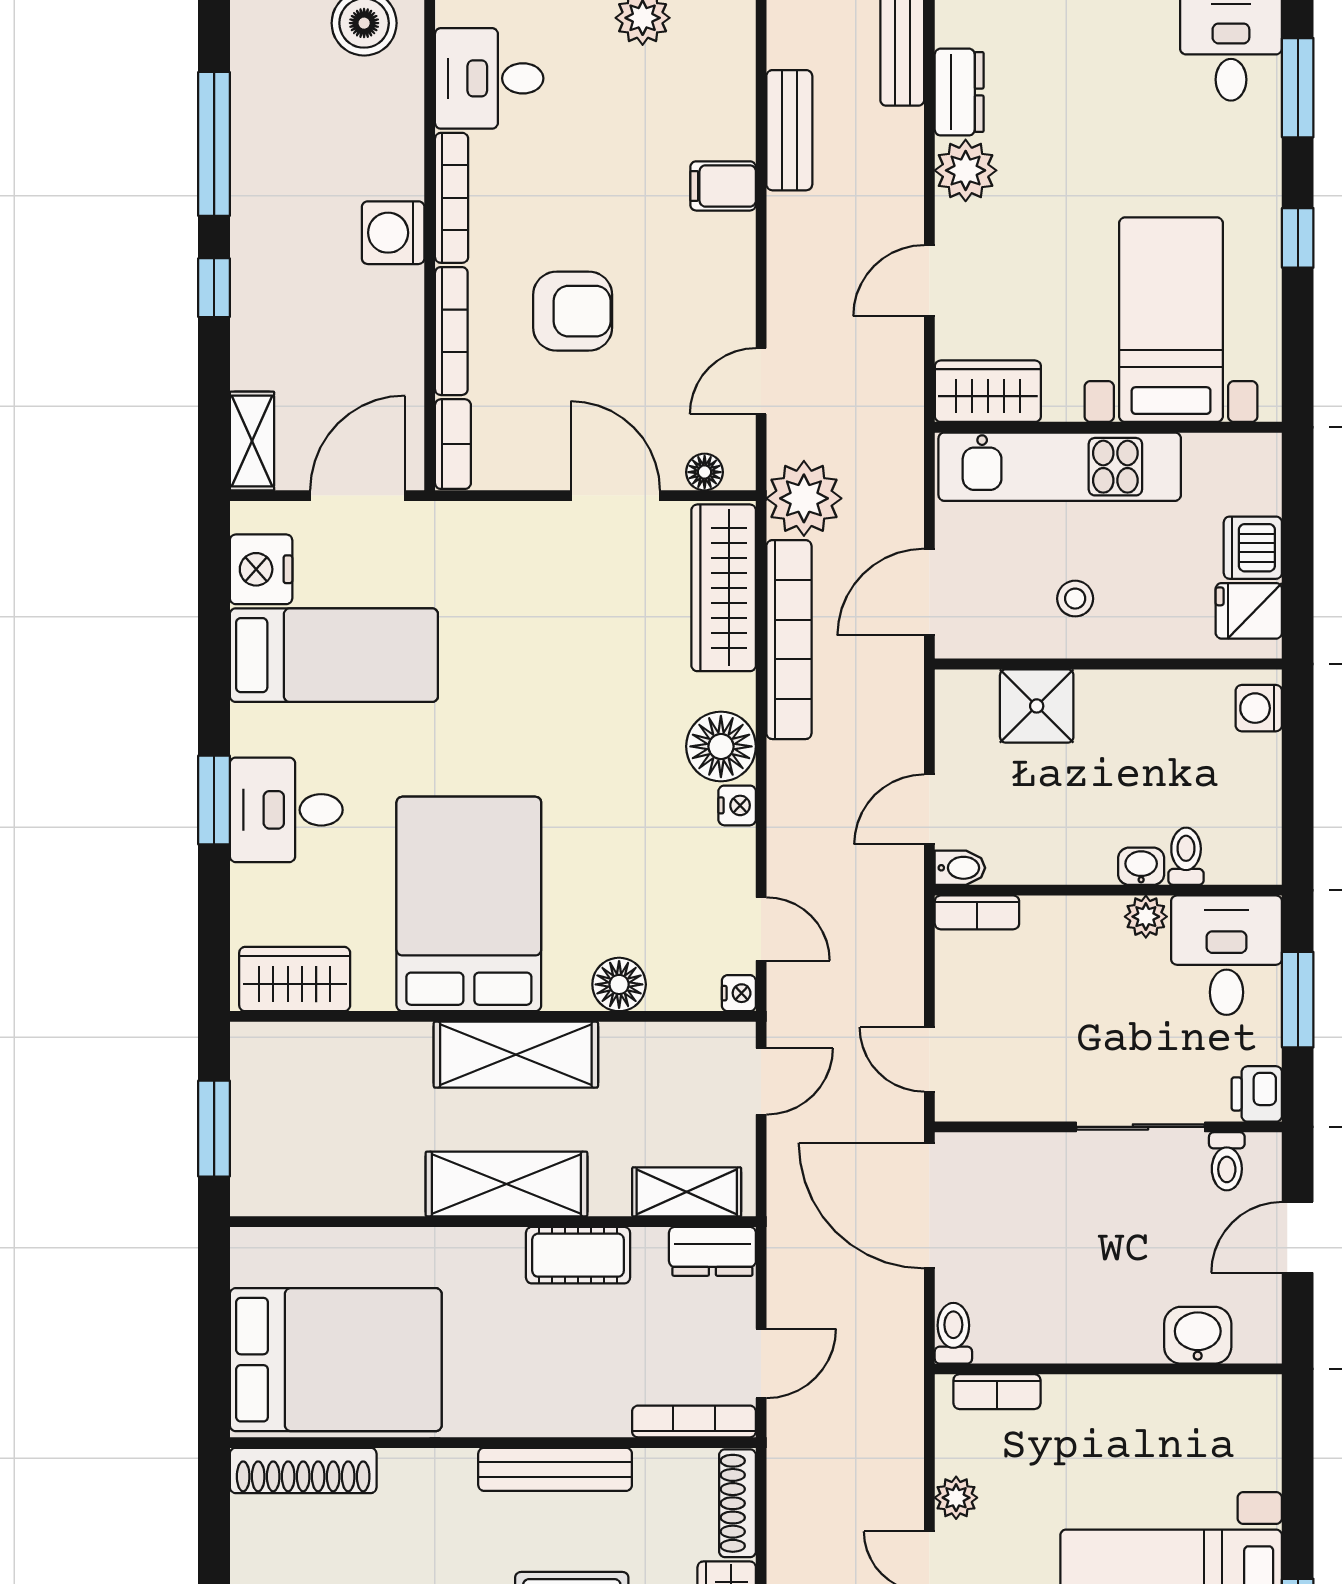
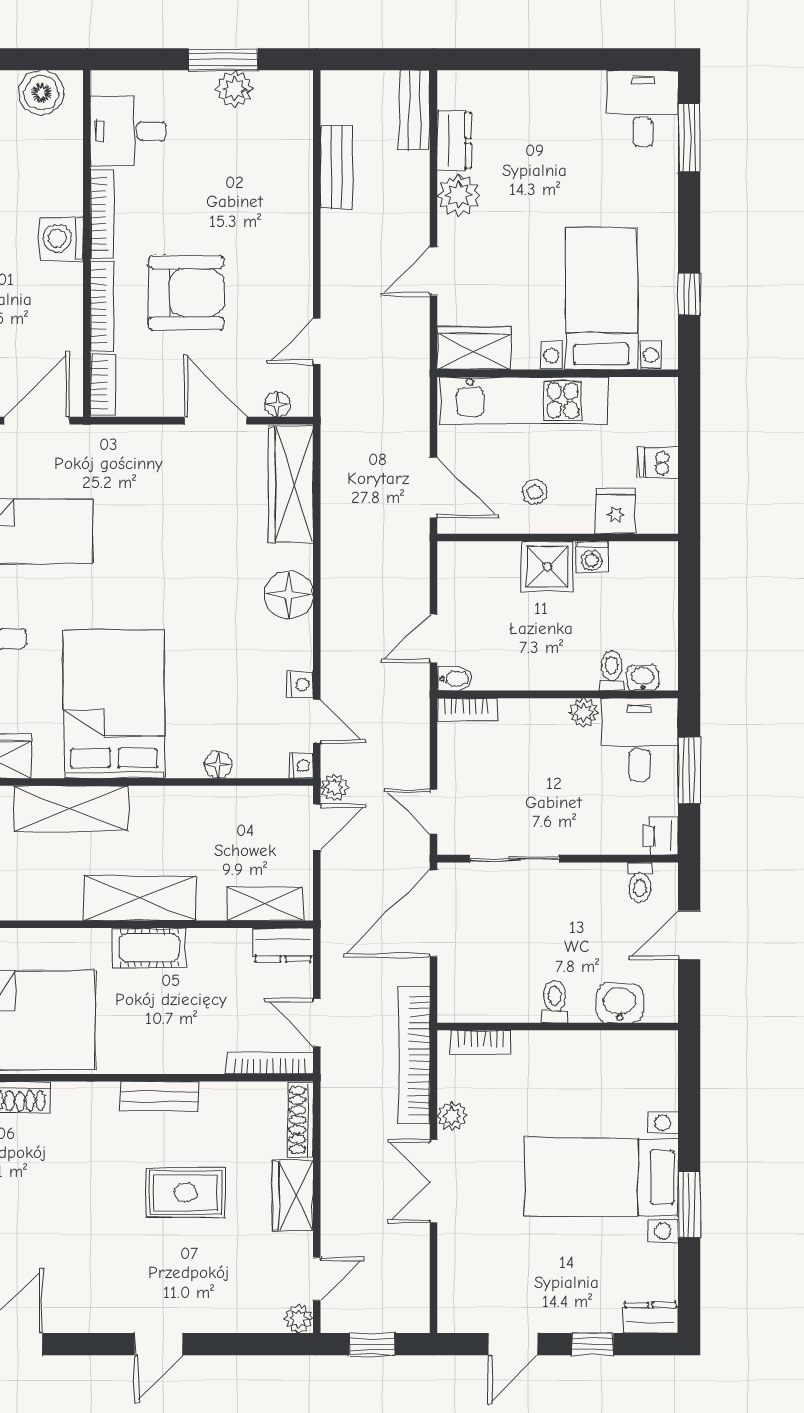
filing cabinet: (723, 186) -> (290, 206), removed
window: (1298, 238) -> (689, 294), moved
armchair: (573, 311) -> (186, 293), width x1.36, depth x1.36
plant: (804, 498) -> (334, 787), moved, width x0.53, depth x0.53
dishwasher: (1253, 548) -> (658, 463), width x0.73
door: (929, 592) -> (434, 488), swing flipped
fridge: (1249, 611) -> (616, 511), moved, turned 90
bookcase: (789, 640) -> (414, 1055), moved, turned 180
shower: (1037, 706) -> (547, 567), moved
washing machine: (1259, 708) -> (592, 557), moved, turned -90
nightstand: (737, 805) -> (300, 684), moved
washbasin: (1141, 866) -> (643, 678), moved
floor lamp: (619, 984) -> (218, 765), width x0.73, depth x0.73
shelving: (516, 1055) -> (71, 808), moved
sliding door: (1140, 1127) -> (514, 859), moved
door: (929, 1206) -> (434, 913), hinge flipped
cot: (578, 1255) -> (149, 948), moved
toilet: (953, 1333) -> (555, 1002), moved
door: (761, 1363) -> (317, 1023), swing flipped
bench: (555, 1469) -> (160, 1096), width x0.73

